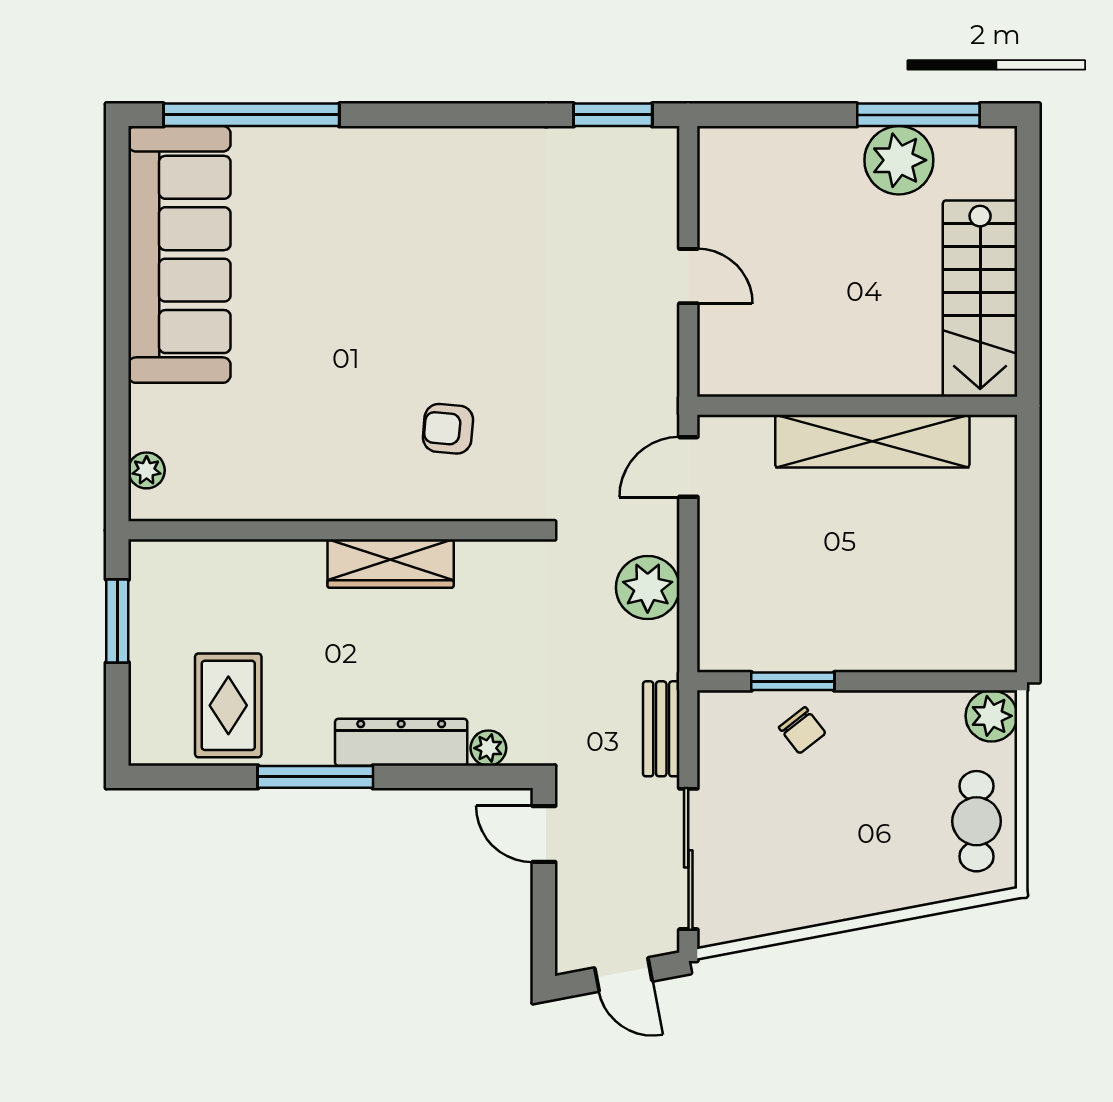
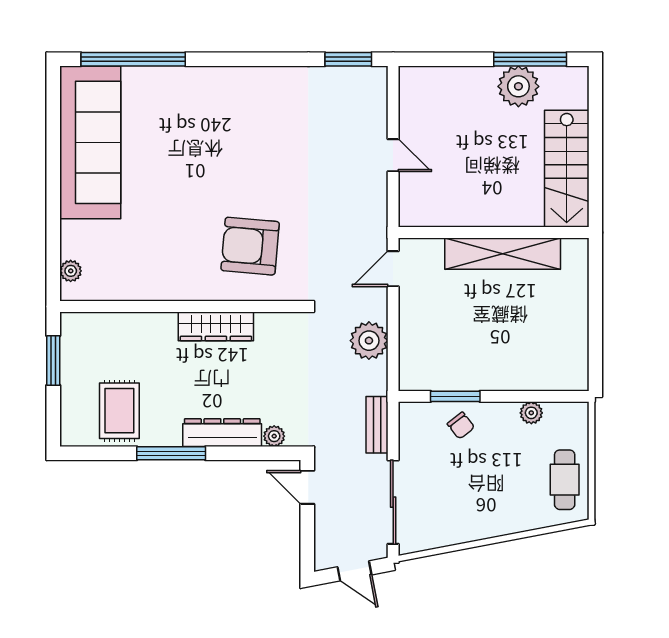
armchair: (448, 429) -> (250, 246), width x1.88, depth x1.88
plant: (991, 716) -> (531, 413), moved, width x0.73, depth x0.73

